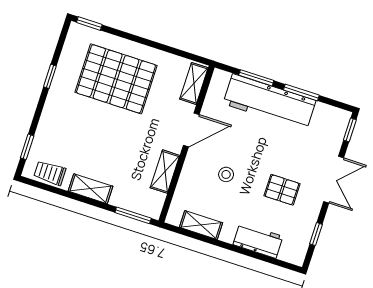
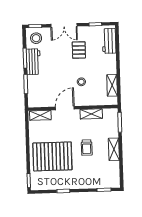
pallet: (116, 79) -> (52, 156), turned 90
workbench: (269, 102) -> (33, 62), width x0.53, depth x0.76
stool: (329, 124) -> (36, 38), added
door: (191, 130) -> (65, 108), hinge flipped
trolley: (50, 173) -> (87, 148), moved
double door: (334, 180) -> (64, 25), swing flipped
workbench: (258, 240) -> (109, 41), moved

